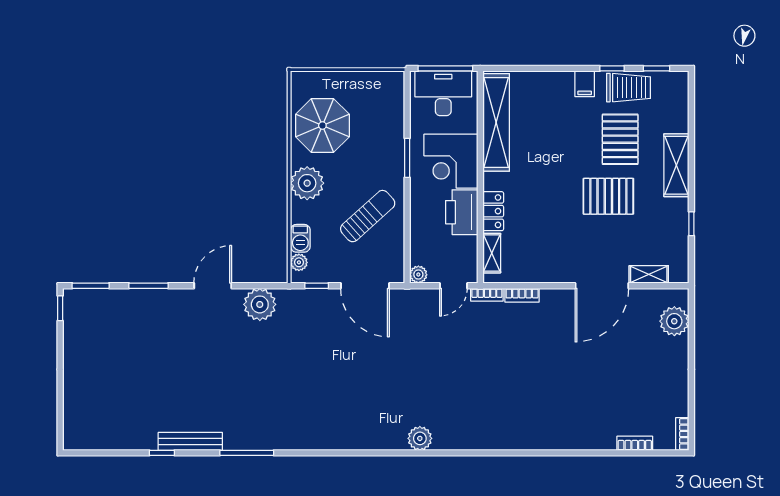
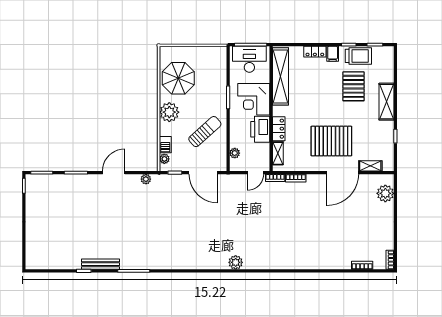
locker: (555, 80) -> (315, 52), added
pallet: (608, 196) -> (331, 141), moved, width x1.37, depth x1.41
plant: (418, 275) -> (235, 153), moved
plant: (260, 304) -> (146, 179), width x0.53, depth x0.53

